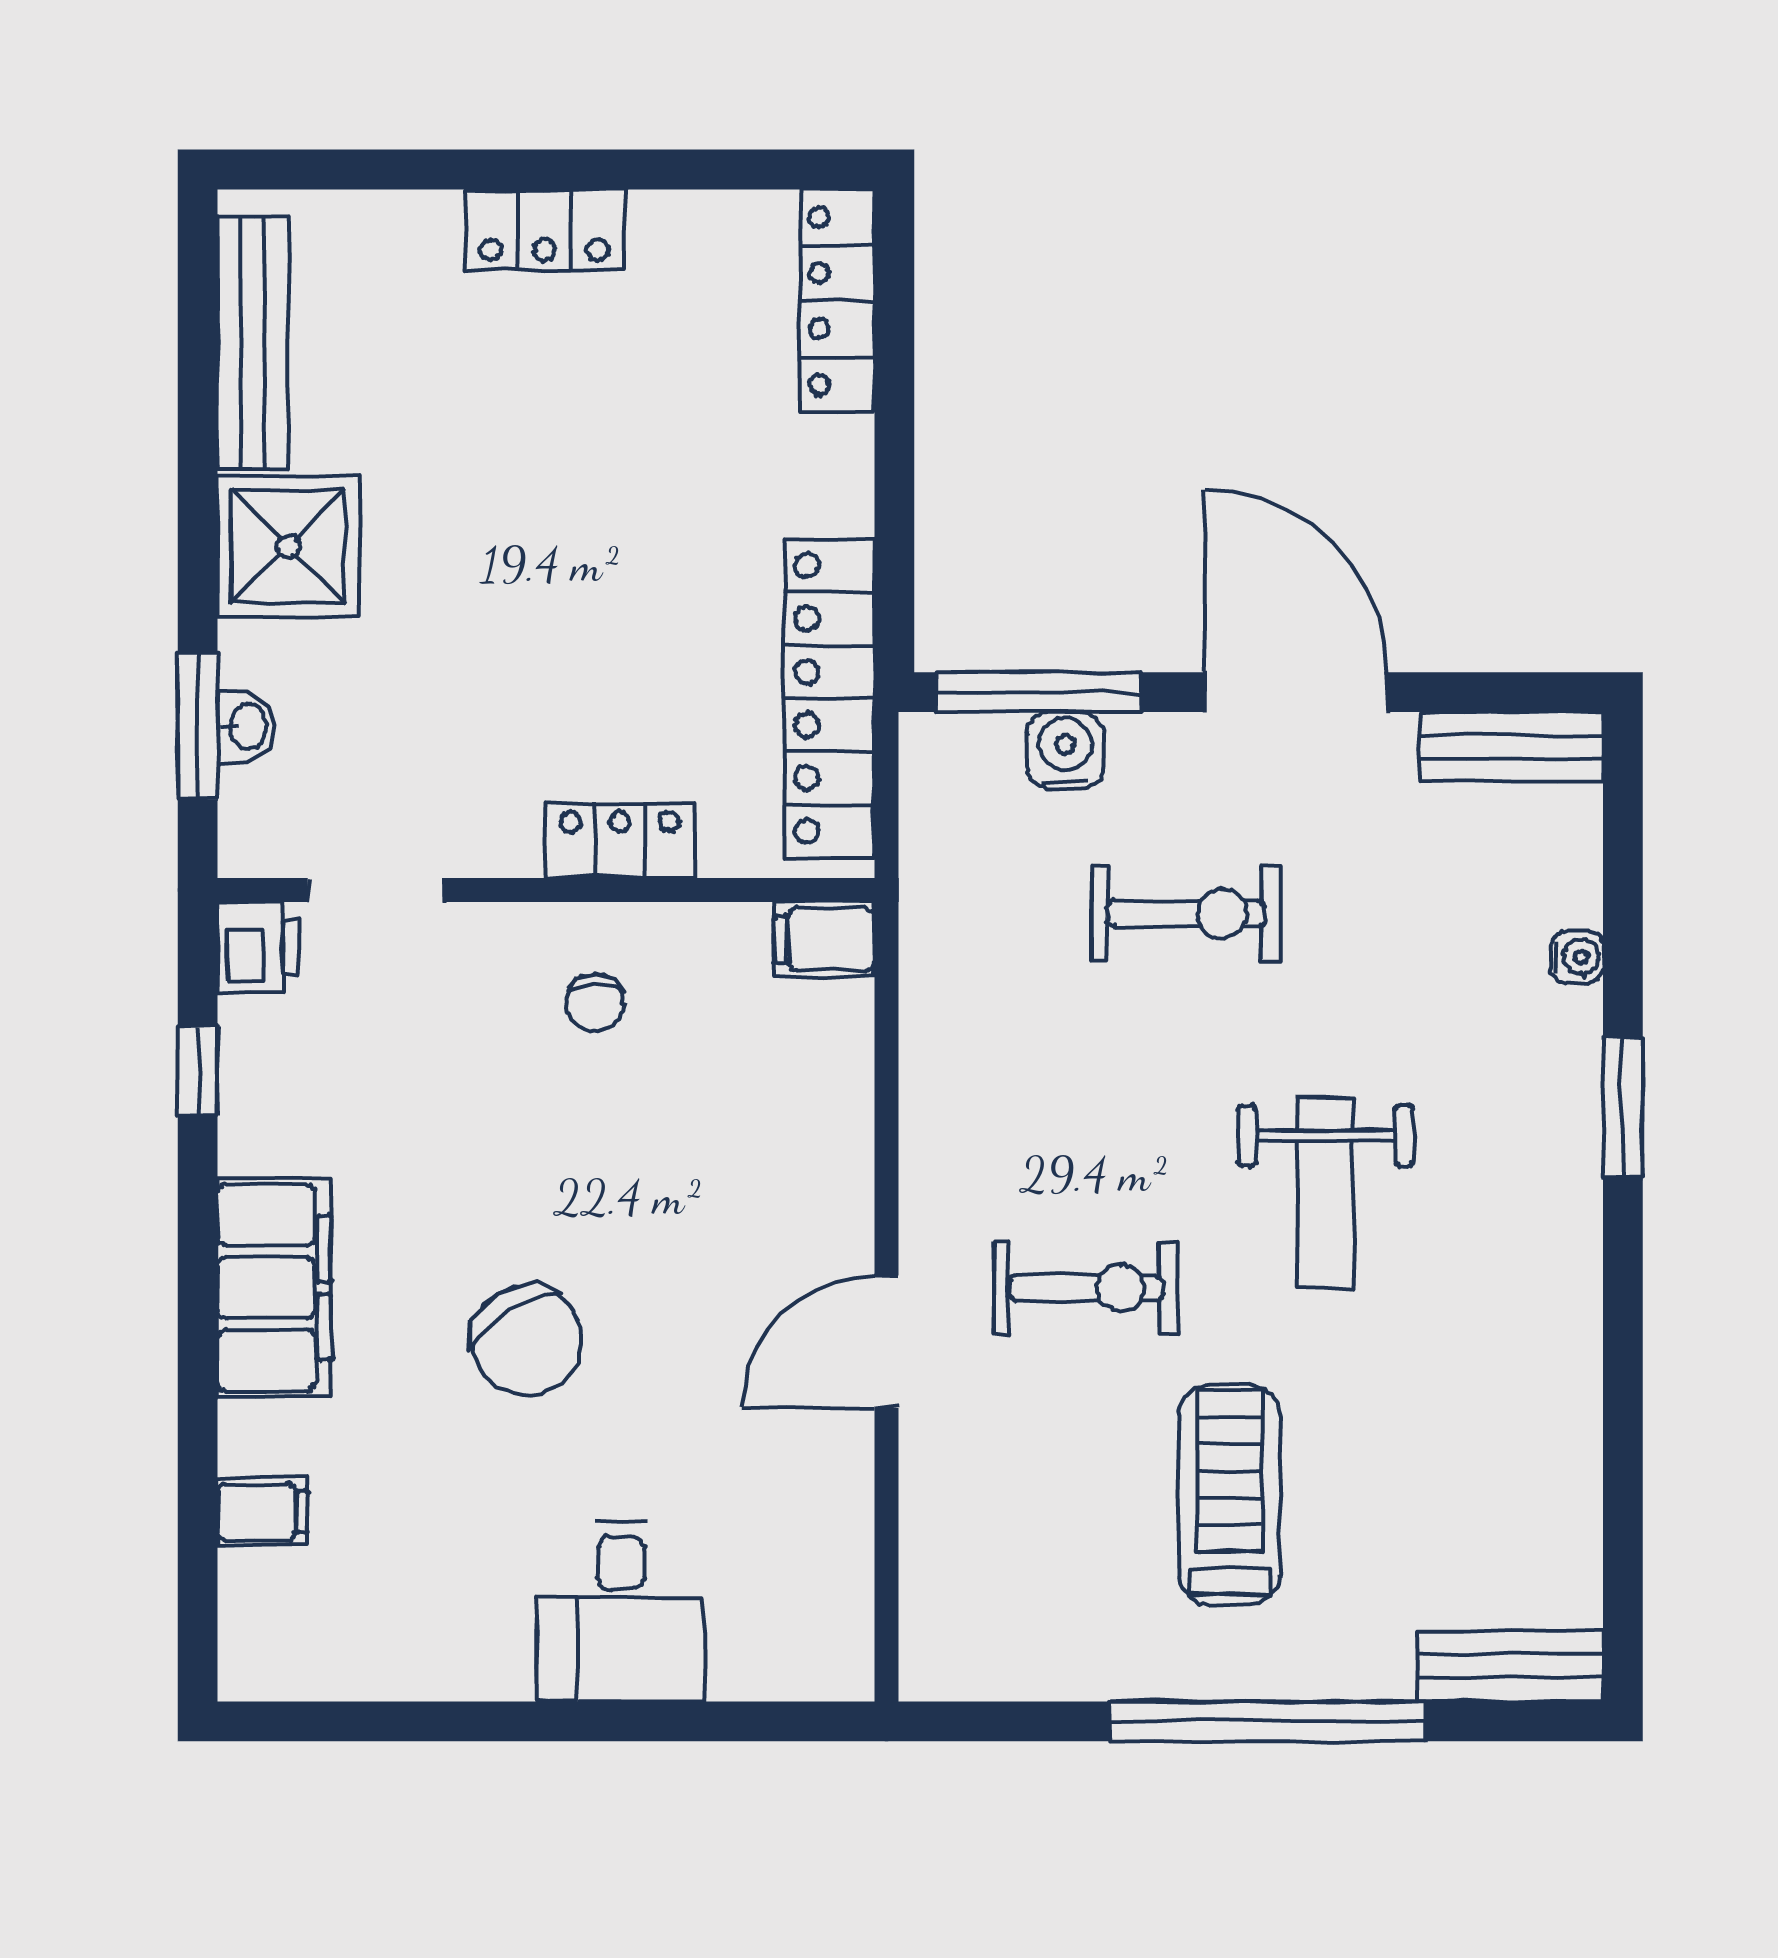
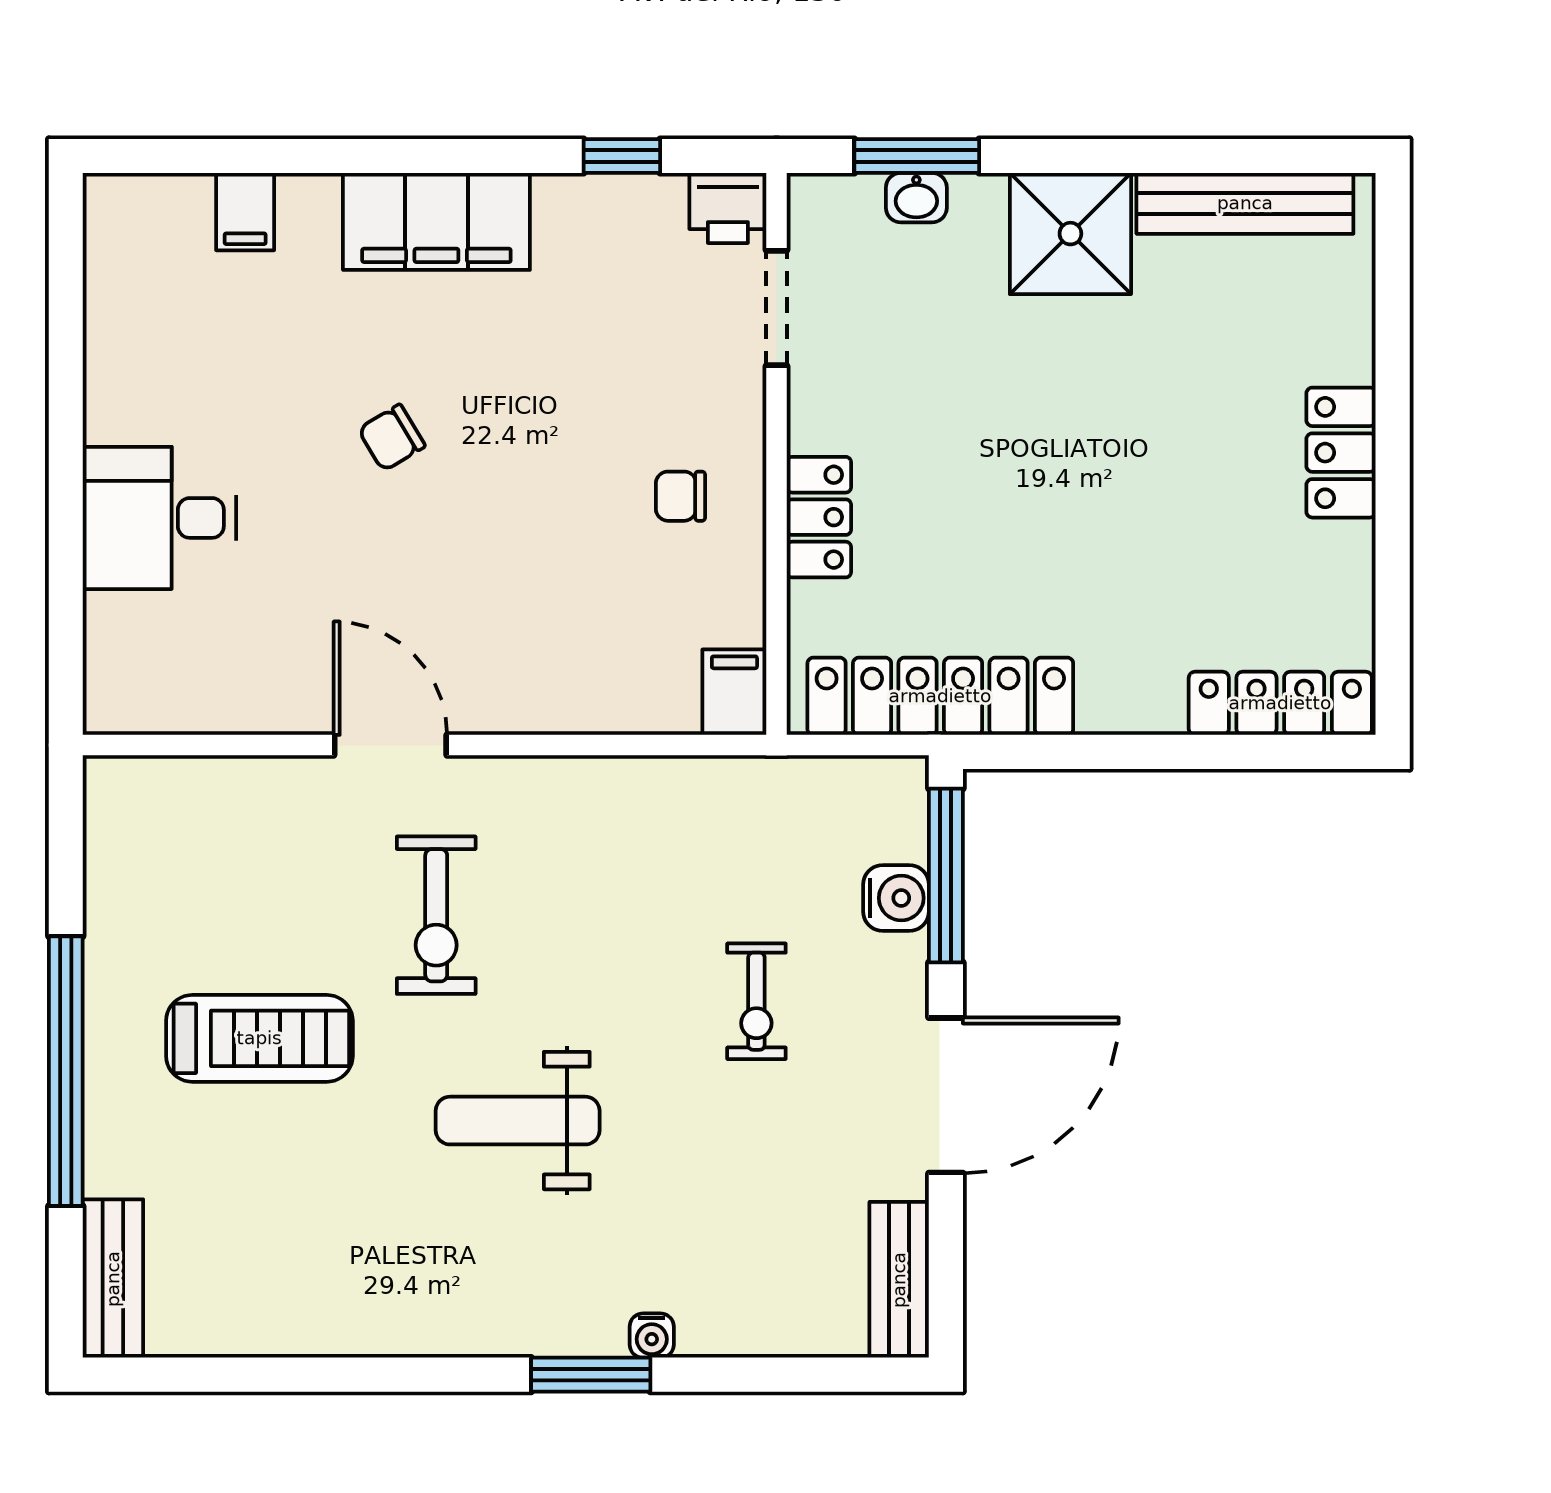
exercise bike: (1186, 914) -> (756, 1001), width x0.73, depth x0.72
water cooler: (1577, 957) -> (652, 1336), moved
chair: (527, 1340) -> (392, 438), width x0.54, depth x0.54

